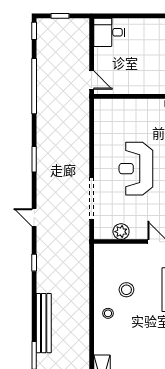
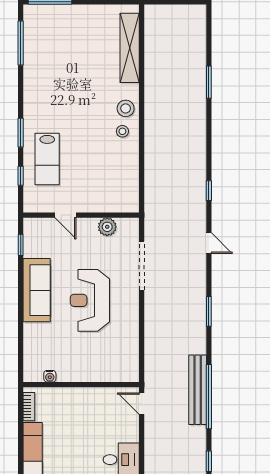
reception desk: (136, 169) -> (90, 300), turned 180
stool: (126, 290) -> (126, 108), moved
bench: (44, 323) -> (198, 390), moved

